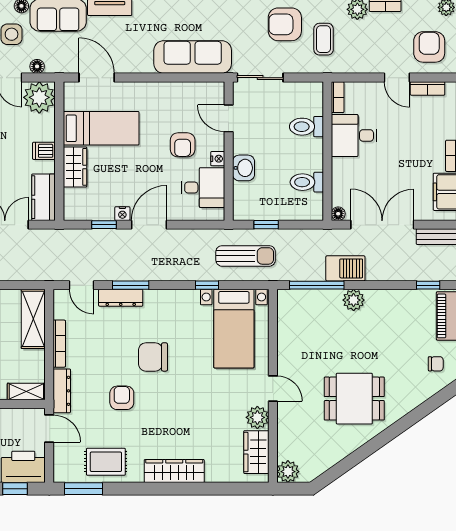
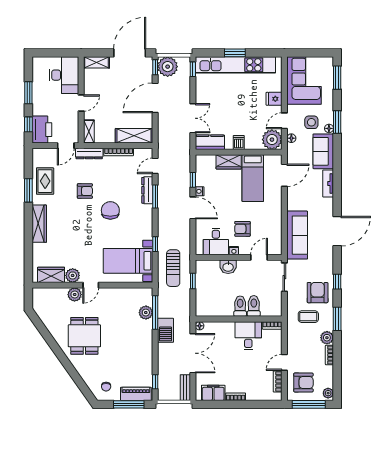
toilet: (307, 182) -> (240, 306), moved
plant: (354, 300) -> (146, 313), moved
plant: (288, 472) -> (75, 295), moved
window: (84, 489) -> (28, 190), moved

